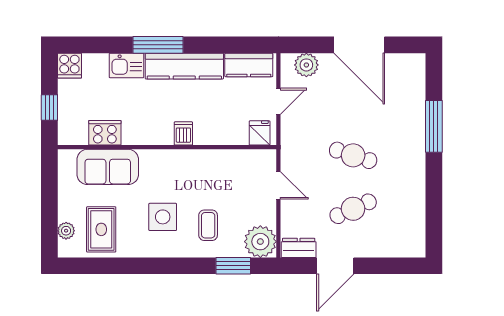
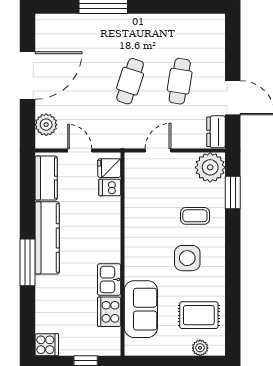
kitchen sink: (127, 65) -> (109, 279), moved, turned 180
dishwasher: (183, 133) -> (110, 188), moved
cafe table: (353, 209) -> (180, 81), turned 33

